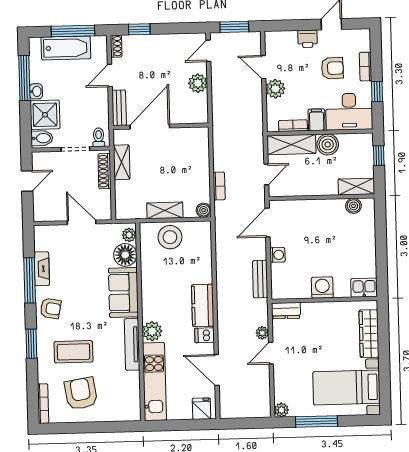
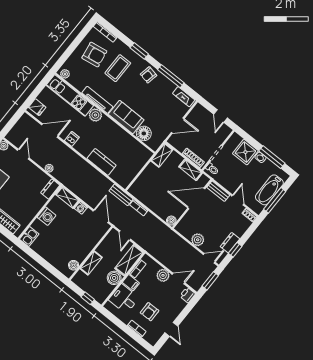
window: (139, 29) -> (235, 250), moved
printer: (308, 39) -> (188, 295), moved
dresser: (169, 42) -> (230, 243), added
door: (208, 51) -> (209, 258), hinge flipped
window: (377, 92) -> (120, 324), removed
desk: (349, 112) -> (124, 299), width x0.73
door: (150, 127) -> (196, 198), swing flipped
bidet: (42, 138) -> (235, 141), removed
shelving: (356, 187) -> (91, 263), moved
shelving: (165, 210) -> (162, 155), moved
boiler: (204, 210) -> (171, 221), moved
plant: (129, 235) -> (65, 74), moved
stool: (170, 237) -> (134, 163), removed
fireplace: (42, 269) -> (184, 97), moved
bench: (260, 279) -> (121, 195), moved
shelving: (279, 281) -> (67, 198), added
kitchen counter: (203, 305) -> (101, 162), moved
door: (271, 353) -> (23, 154), moved

